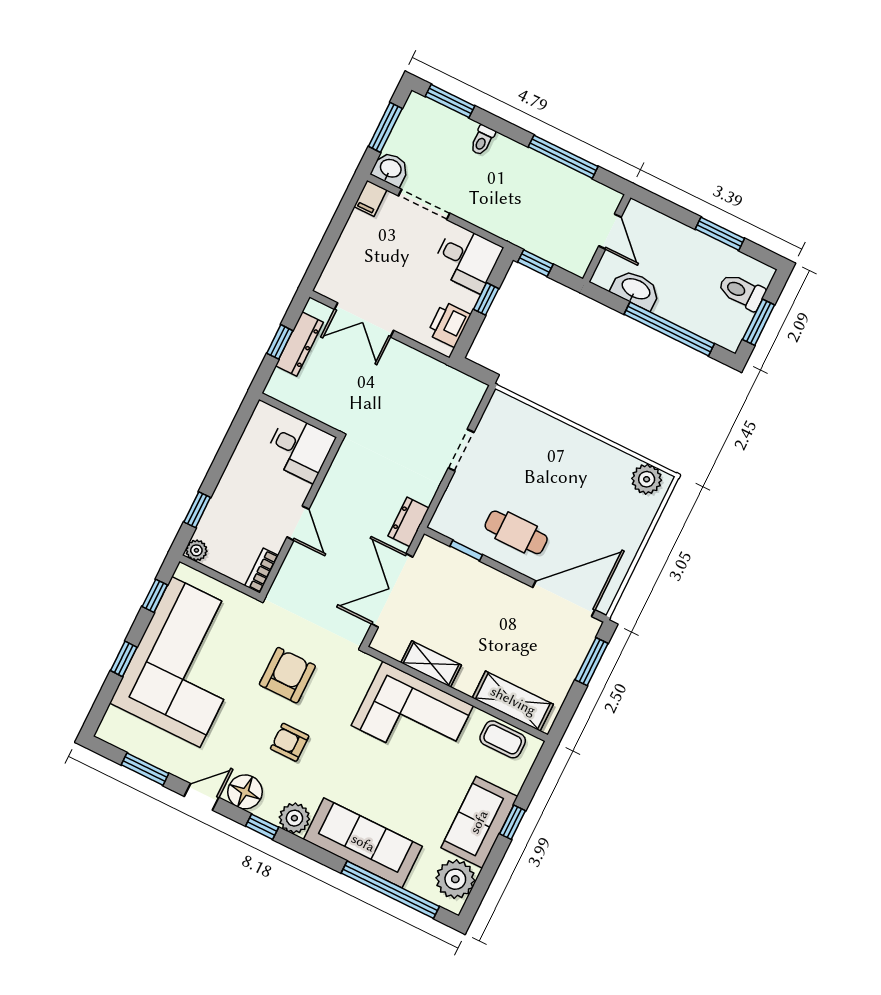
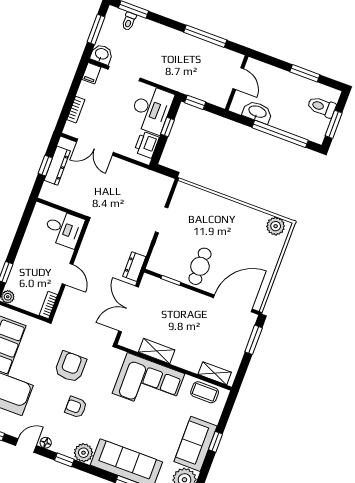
toilet: (482, 140) -> (129, 21), moved
bookcase: (339, 255) -> (76, 110), added
desk: (467, 259) -> (151, 109), width x1.37
cafe table: (516, 532) -> (200, 266), turned 90
shelving: (513, 701) -> (215, 373), width x0.67, depth x0.75
floor lamp: (245, 792) -> (46, 443), width x0.53, depth x0.53

